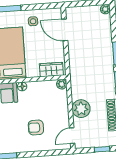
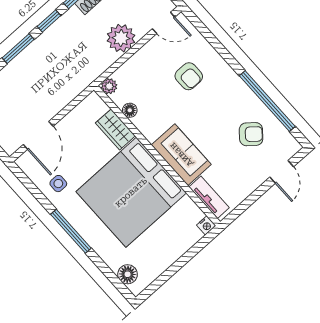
wardrobe: (51, 70) -> (115, 129), moved
floor lamp: (22, 86) -> (130, 110), moved

